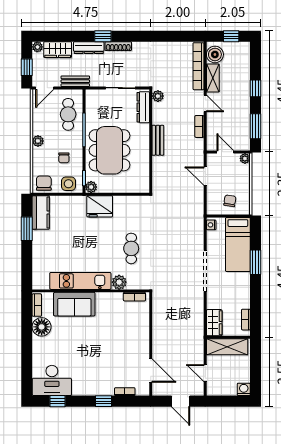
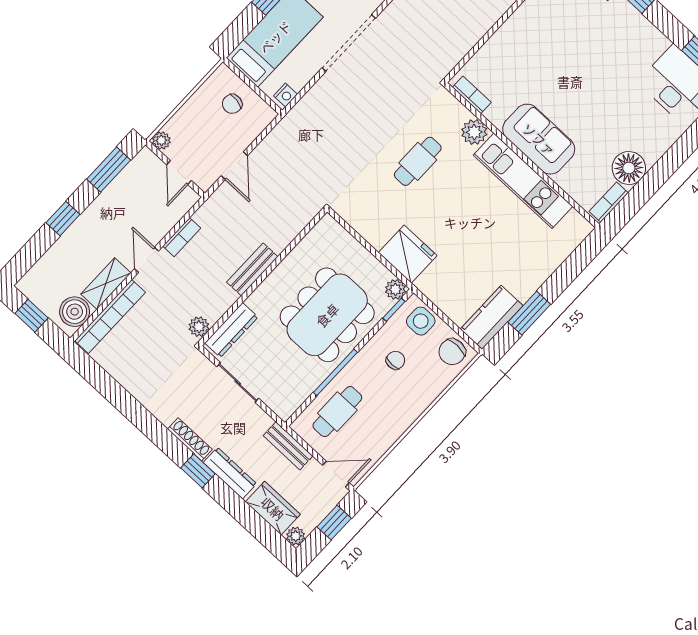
plant: (38, 141) -> (409, 414), removed
sofa: (74, 304) -> (539, 139), moved

